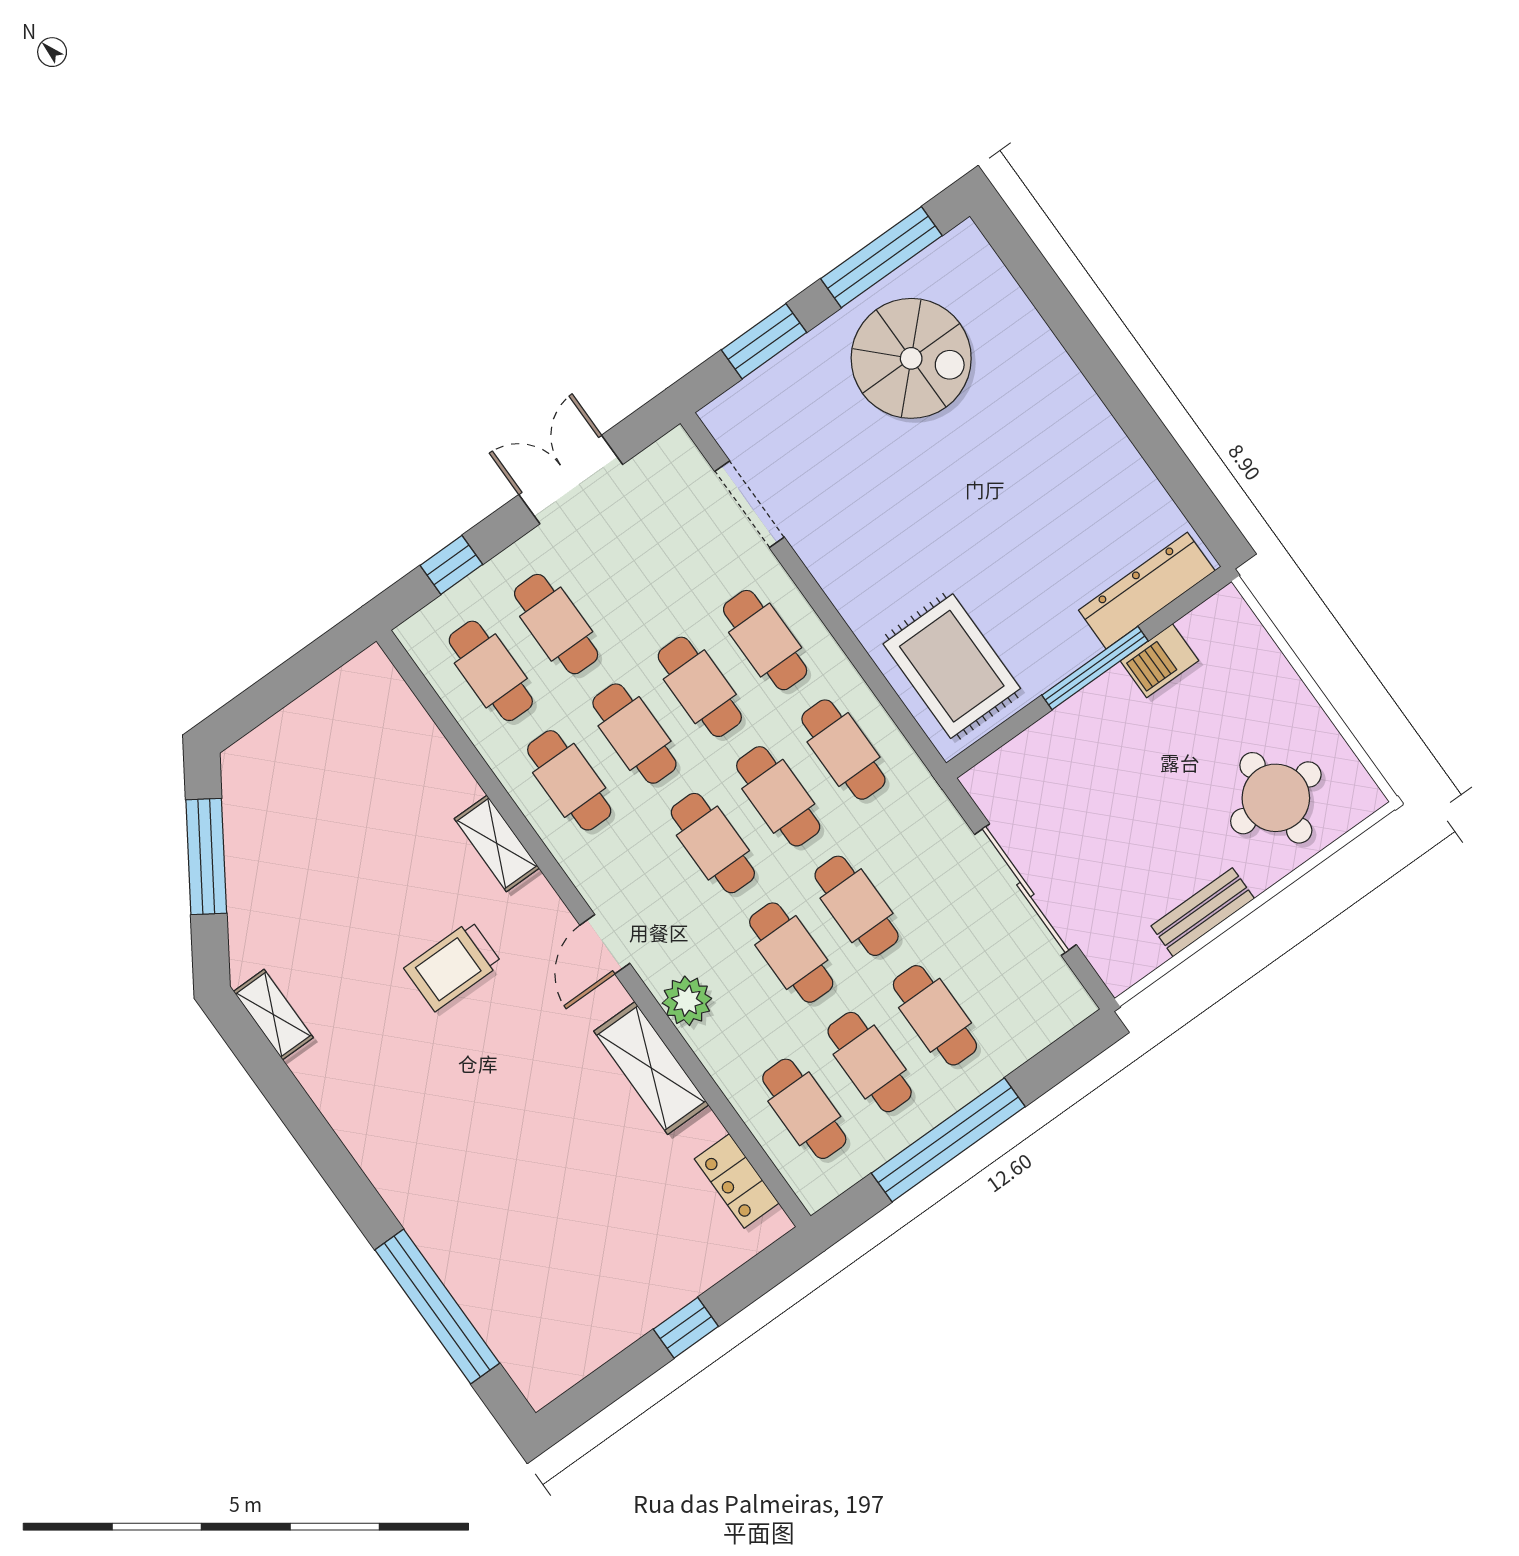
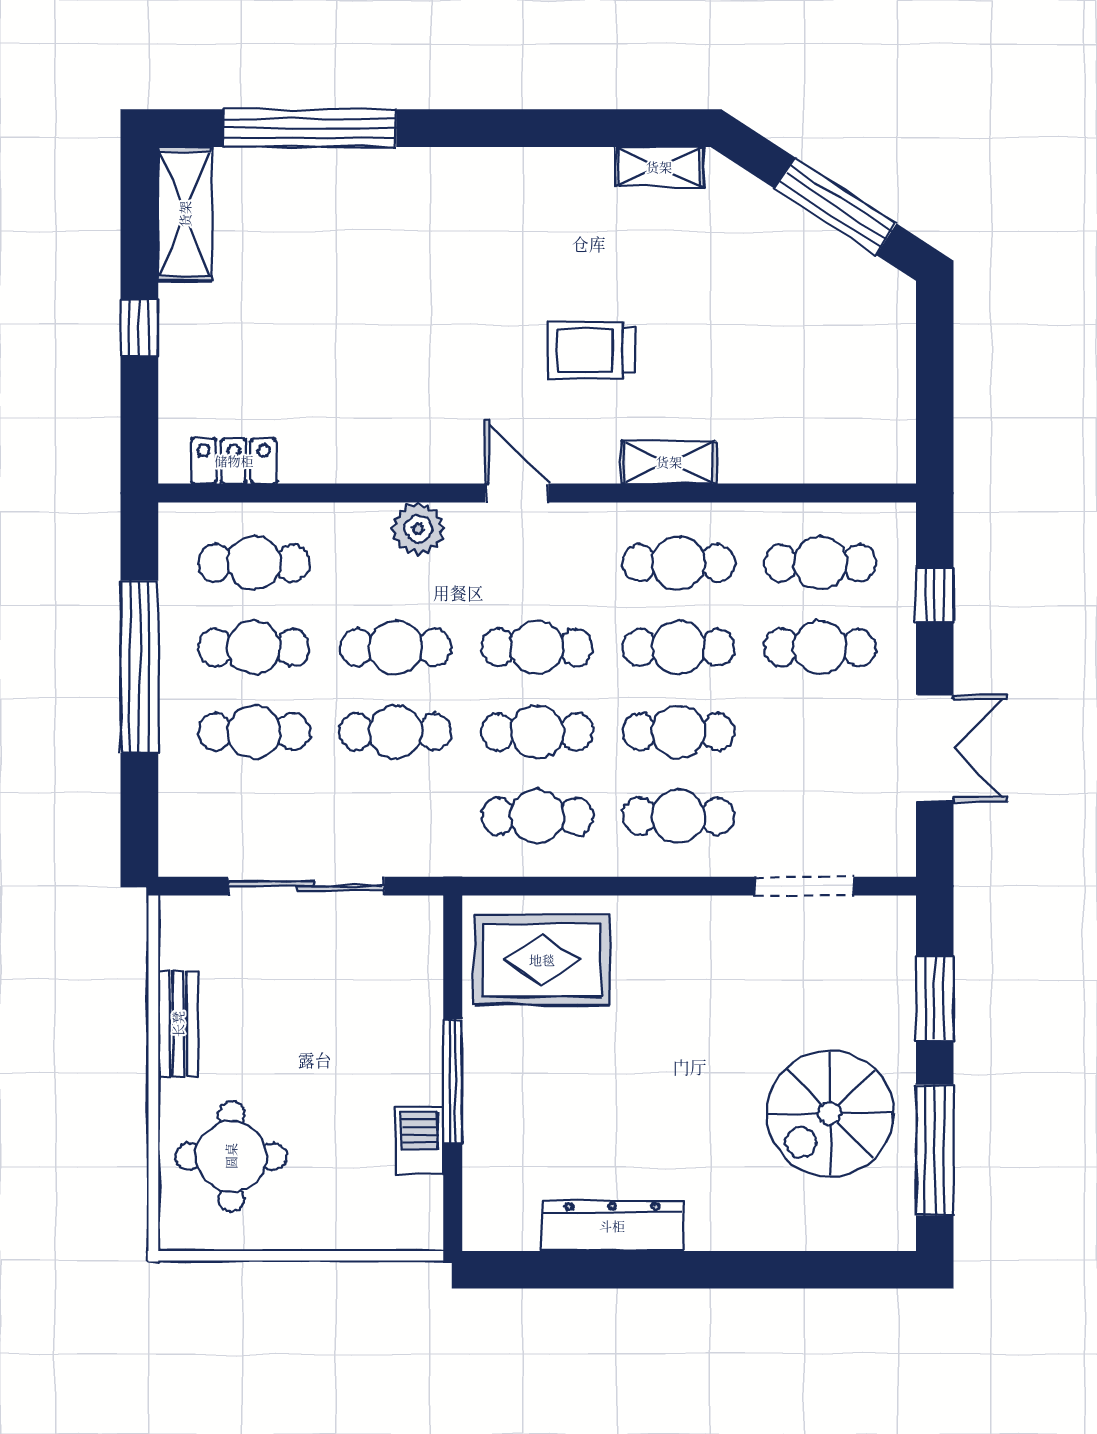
dresser: (1147, 591) -> (612, 1226), moved, turned -90
trolley: (453, 966) -> (591, 350), turned -90
shelving: (651, 1068) -> (185, 214), moved, turned 90

